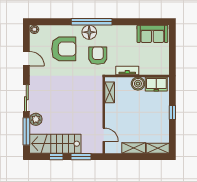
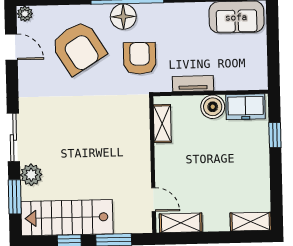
armchair: (64, 49) -> (78, 48), turned 58
door: (26, 59) -> (11, 47), moved
window: (172, 112) -> (275, 135), moved
window: (26, 131) -> (15, 197), width x0.69
shelving: (134, 148) -> (181, 223), moved

